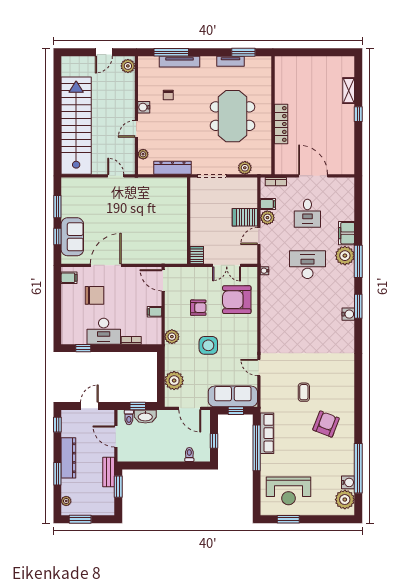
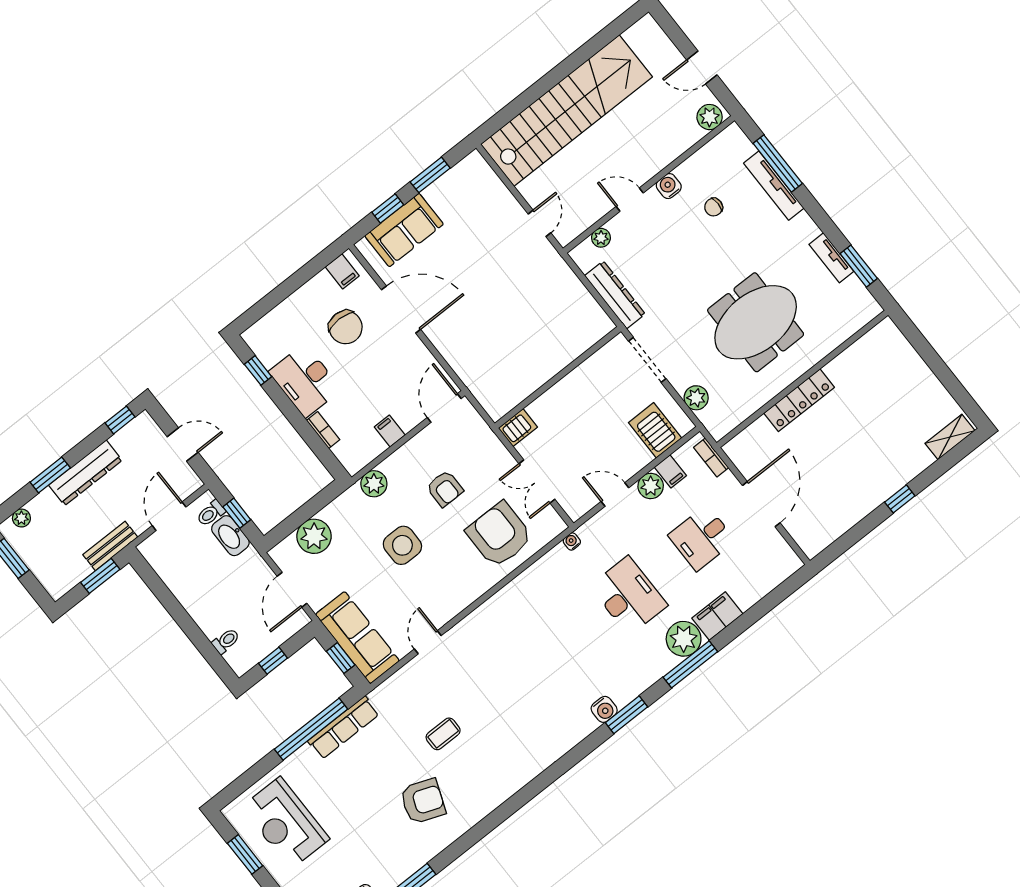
shelving: (349, 91) -> (950, 437), moved
server rack: (245, 217) -> (655, 430), moved

